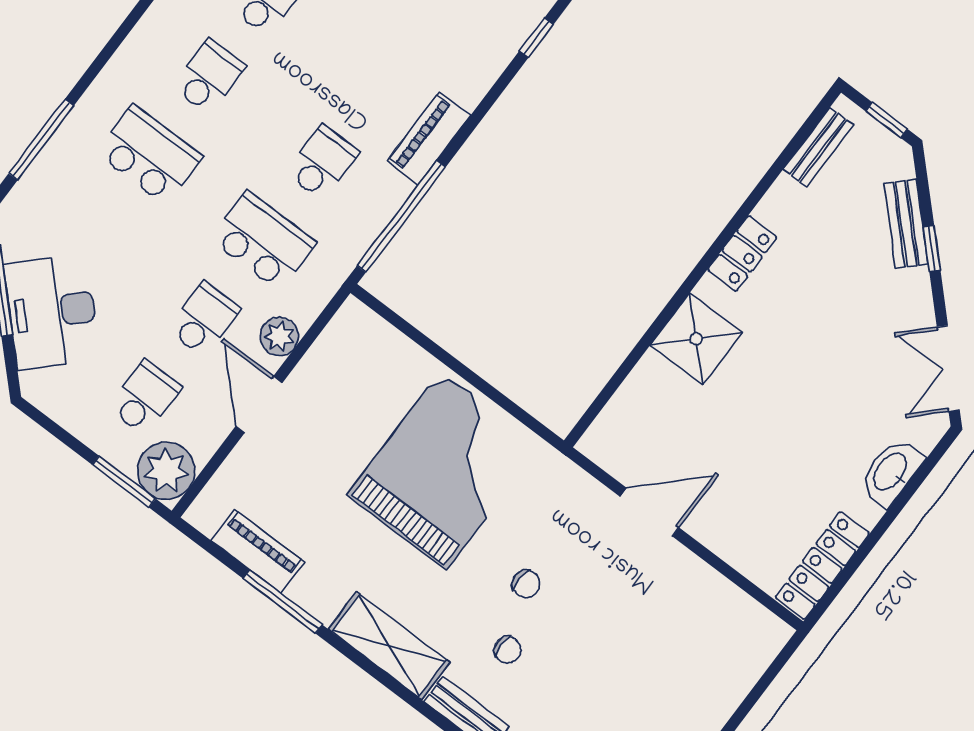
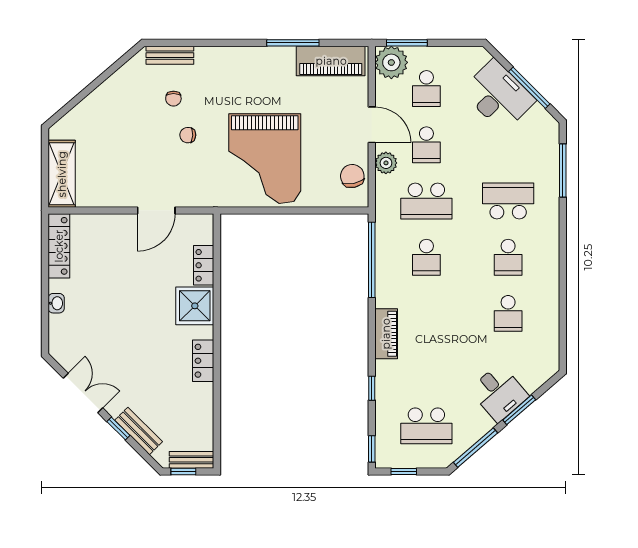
piano: (429, 138) -> (386, 334), moved
bench: (818, 147) -> (192, 460), moved, turned 90
school desk: (149, 155) -> (508, 201), turned 180
chair: (340, 354) -> (352, 176), added
double door: (948, 369) -> (83, 393), moved
locker: (641, 386) -> (204, 265), added
washbasin: (891, 472) -> (56, 303), width x0.52, depth x0.69
piano: (258, 551) -> (331, 61), width x1.37, depth x1.33
shelving: (389, 646) -> (62, 174), moved, turned 90
chair: (508, 650) -> (173, 99), turned -90

